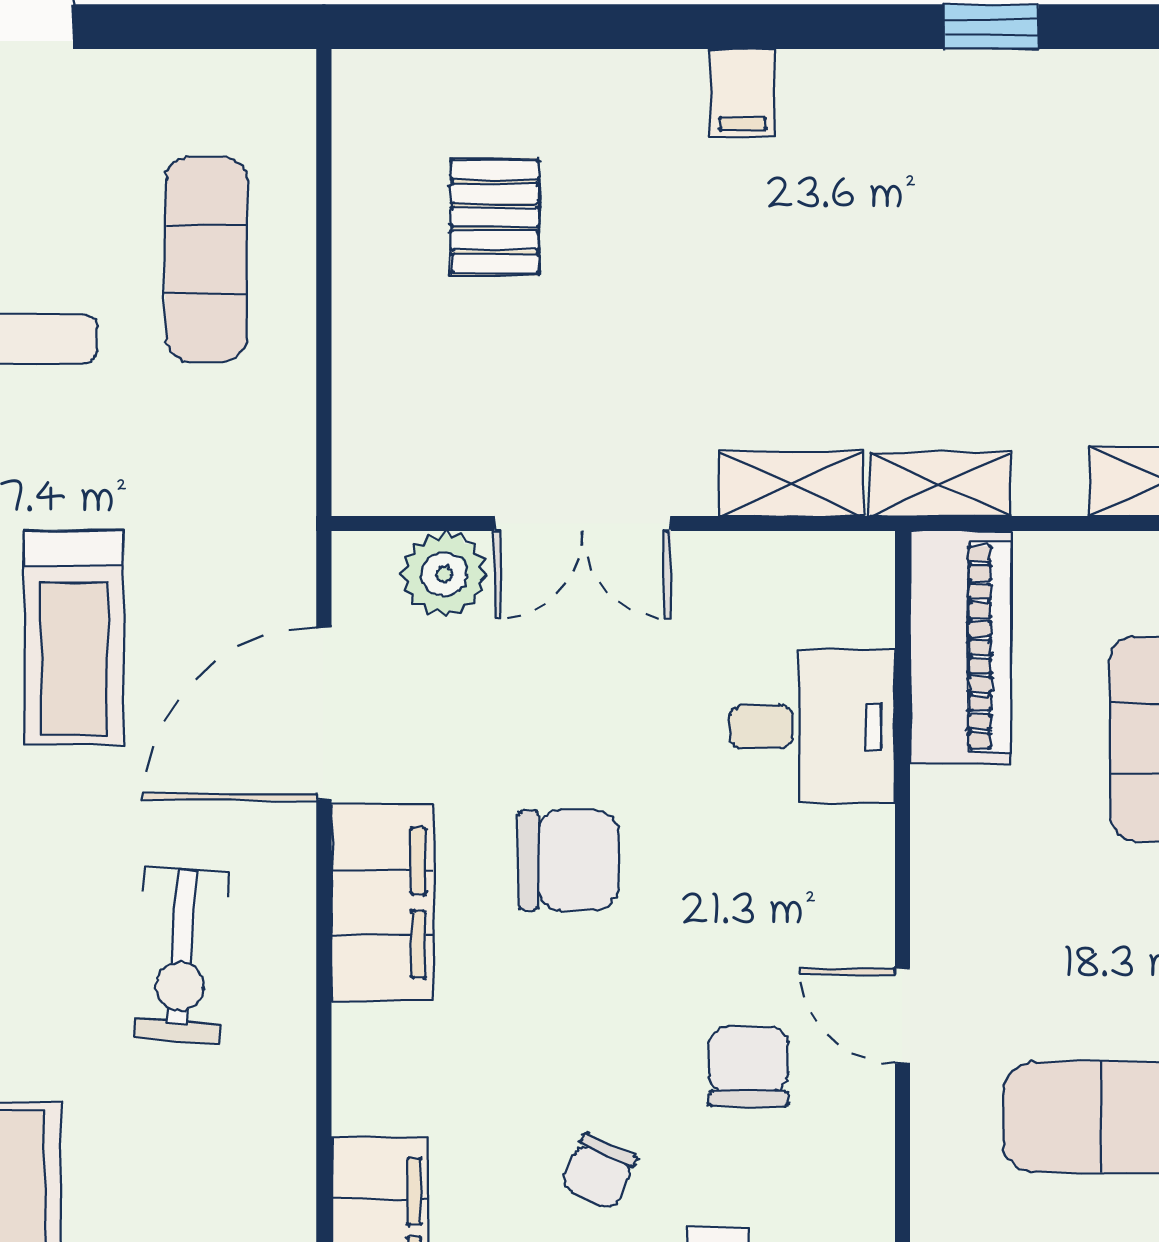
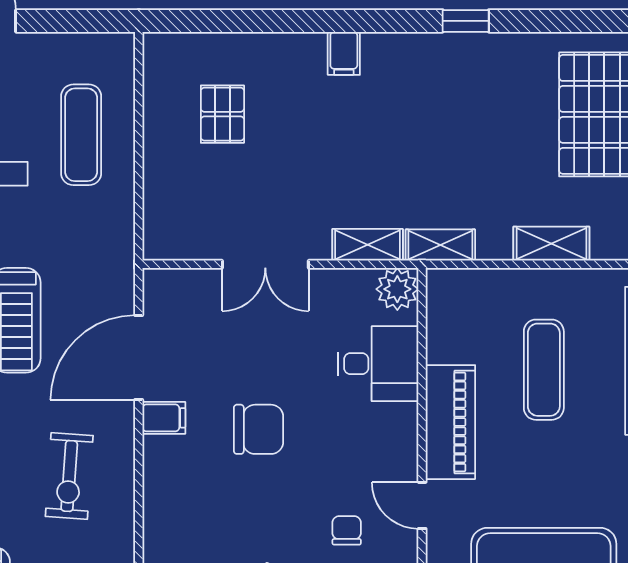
plant: (444, 574) -> (397, 289), moved
piano: (960, 647) -> (450, 422), moved
filing cabinet: (382, 903) -> (164, 418), width x0.33, depth x0.86
chair: (749, 1067) -> (347, 530), width x0.73, depth x0.73

